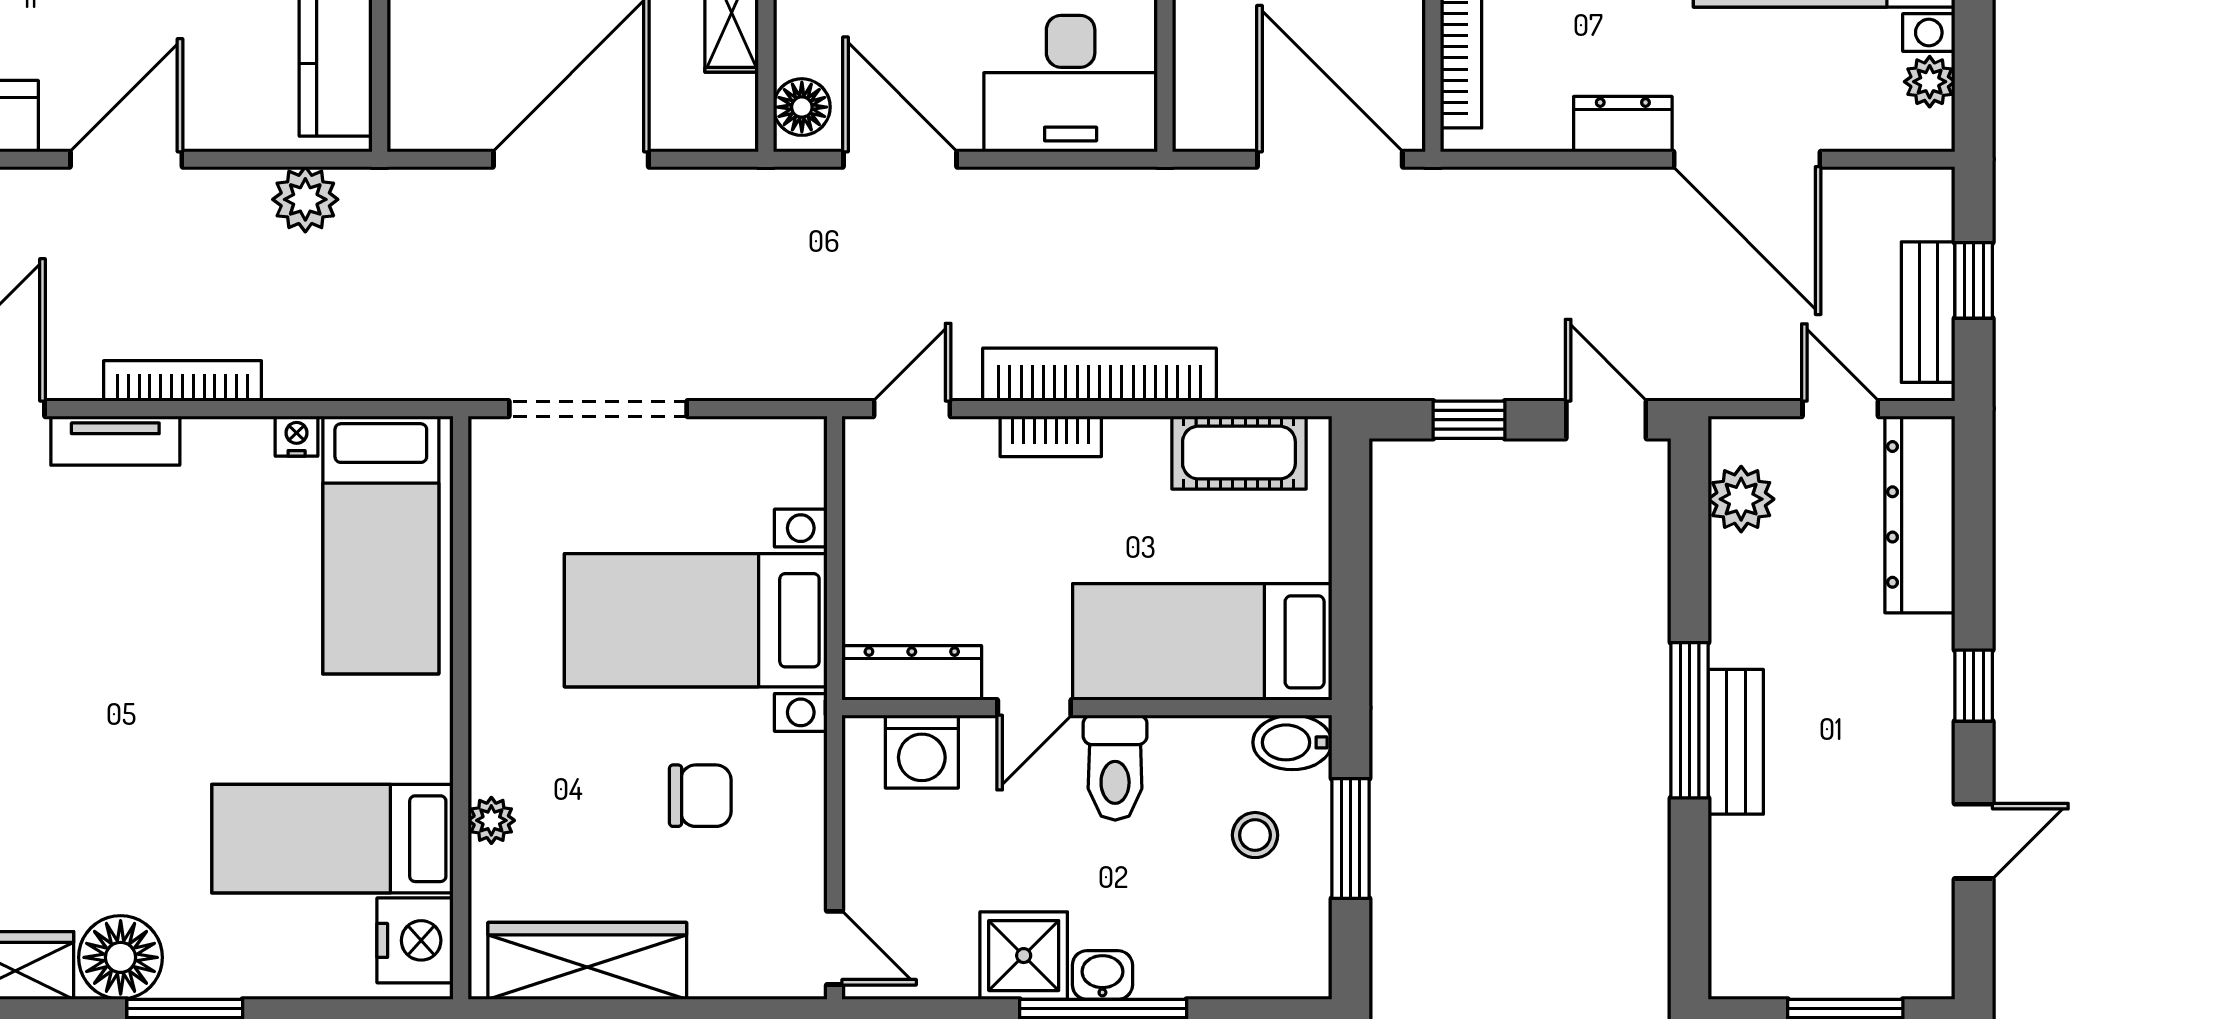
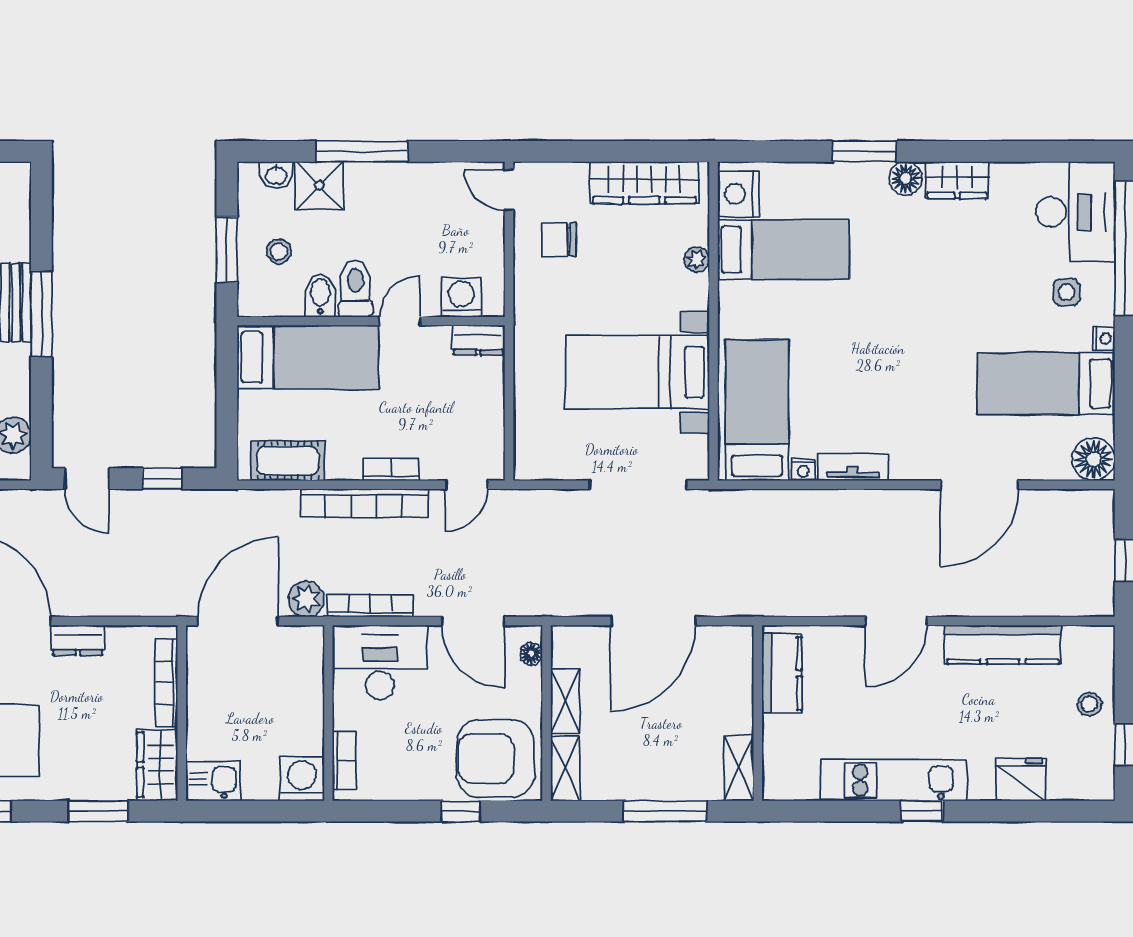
floor lamp: (802, 107) -> (531, 654), width x0.73, depth x0.73
door: (1330, 159) -> (238, 621), swing flipped
plant: (305, 199) -> (306, 599), moved
bookcase: (182, 381) -> (370, 606), moved, turned 180
tv unit: (115, 441) -> (853, 467), moved
bed with nightstands: (696, 620) -> (638, 372), moved, turned 180
dresser: (912, 673) -> (478, 340), width x0.70
bidet: (1292, 742) -> (320, 295), moved, turned -90
chair: (700, 796) -> (559, 240), moved
shower: (1024, 956) -> (319, 186), moved
floor lamp: (121, 957) -> (906, 178), width x0.73, depth x0.73
washbasin: (1102, 975) -> (276, 175), moved

